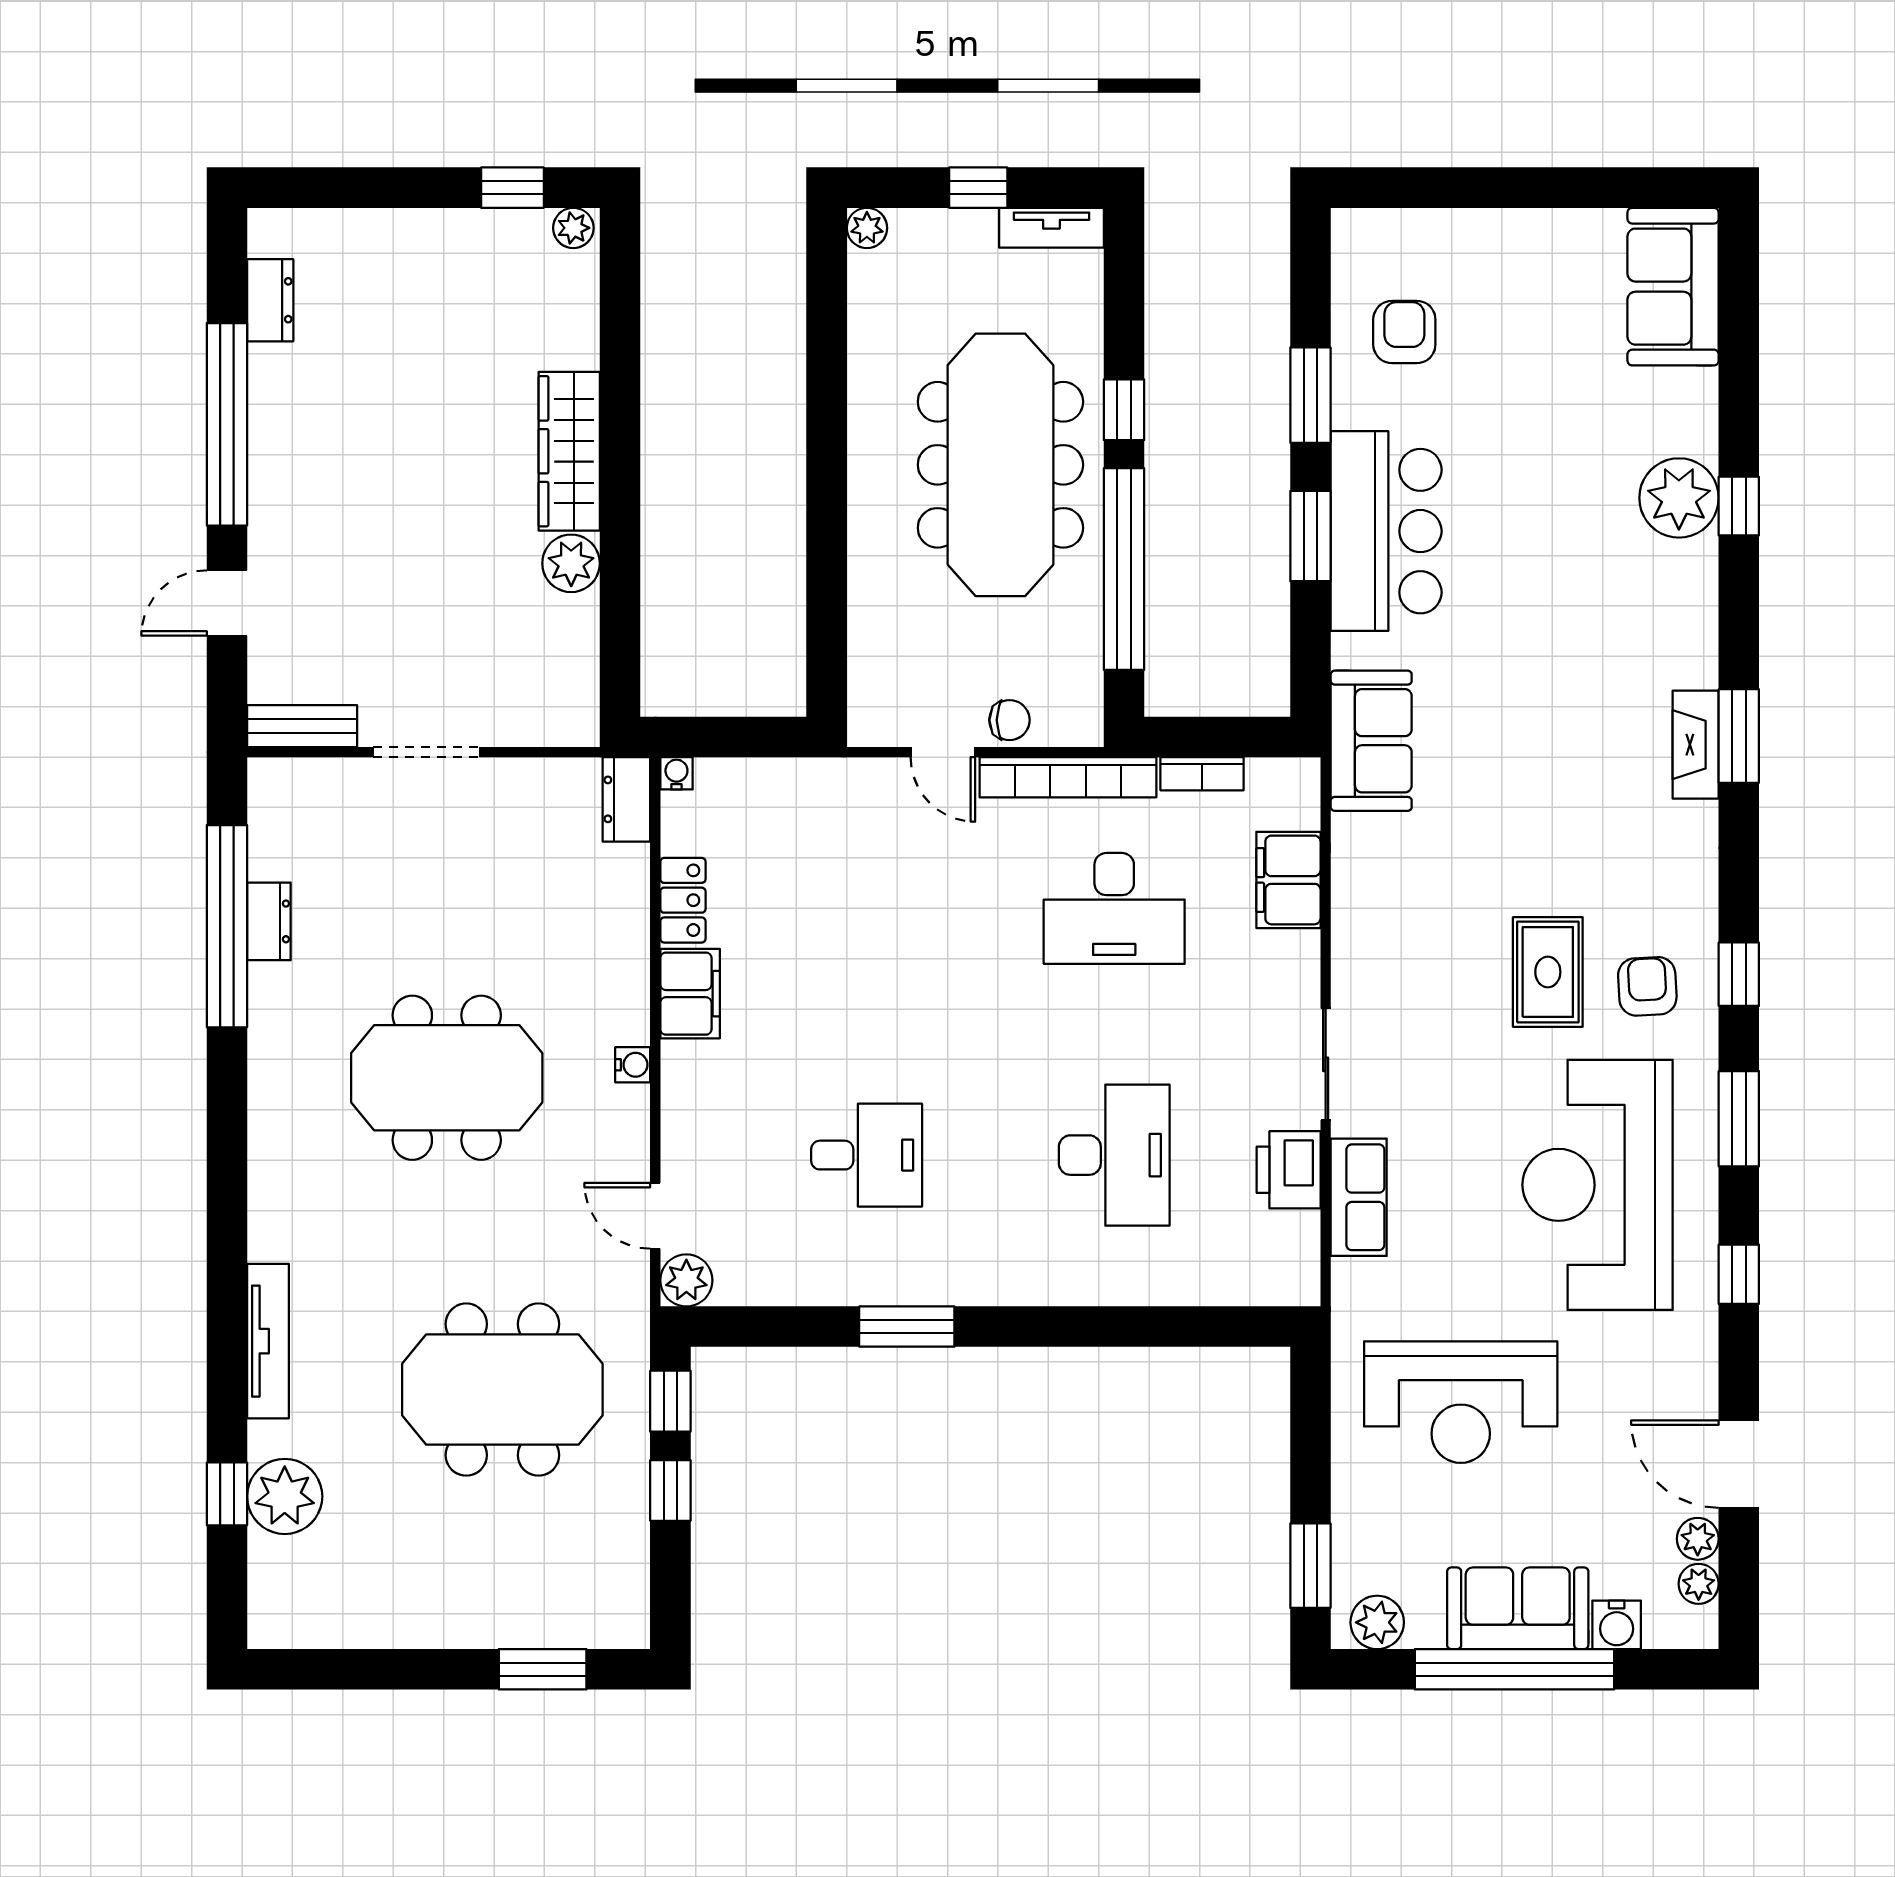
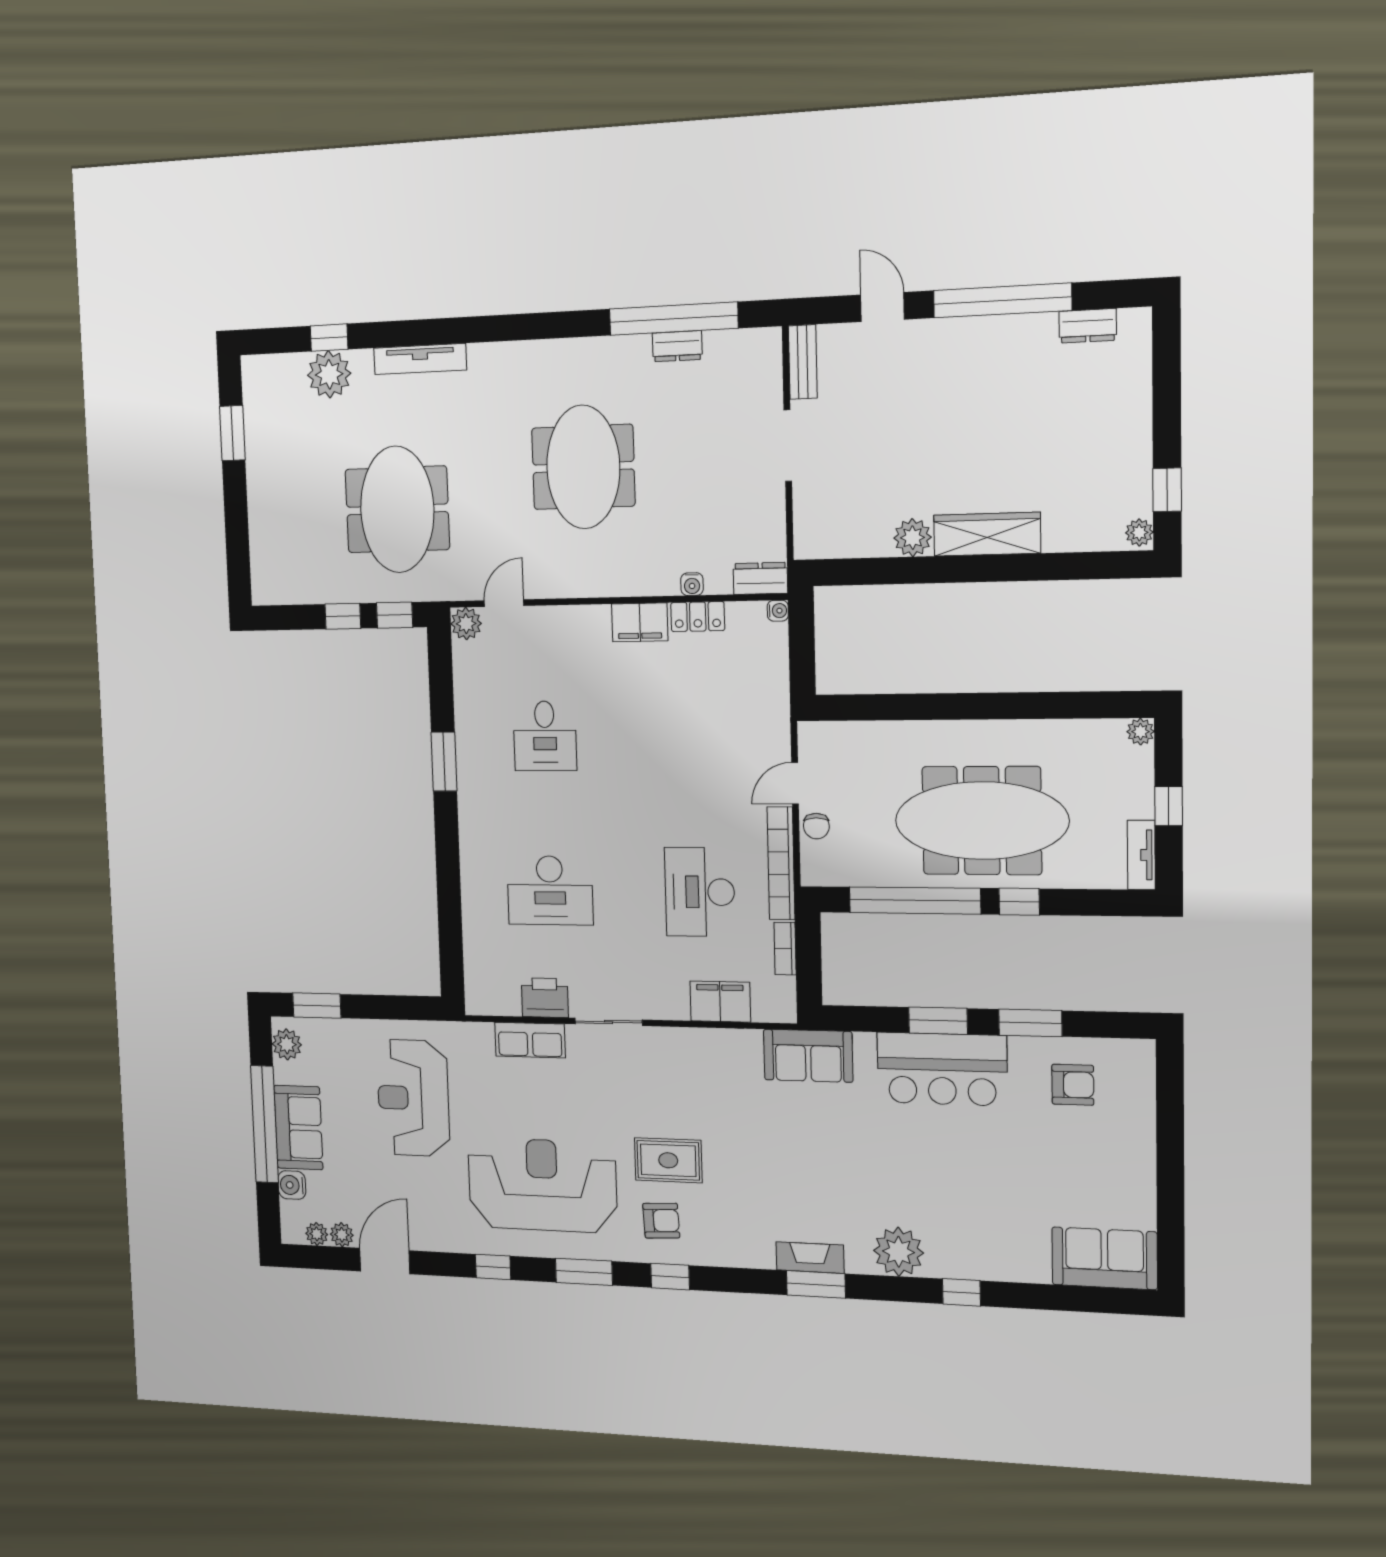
plant: (1679, 498) -> (899, 1252), moved
water cooler: (633, 1065) -> (692, 584), moved
window: (543, 1669) -> (232, 433), moved

